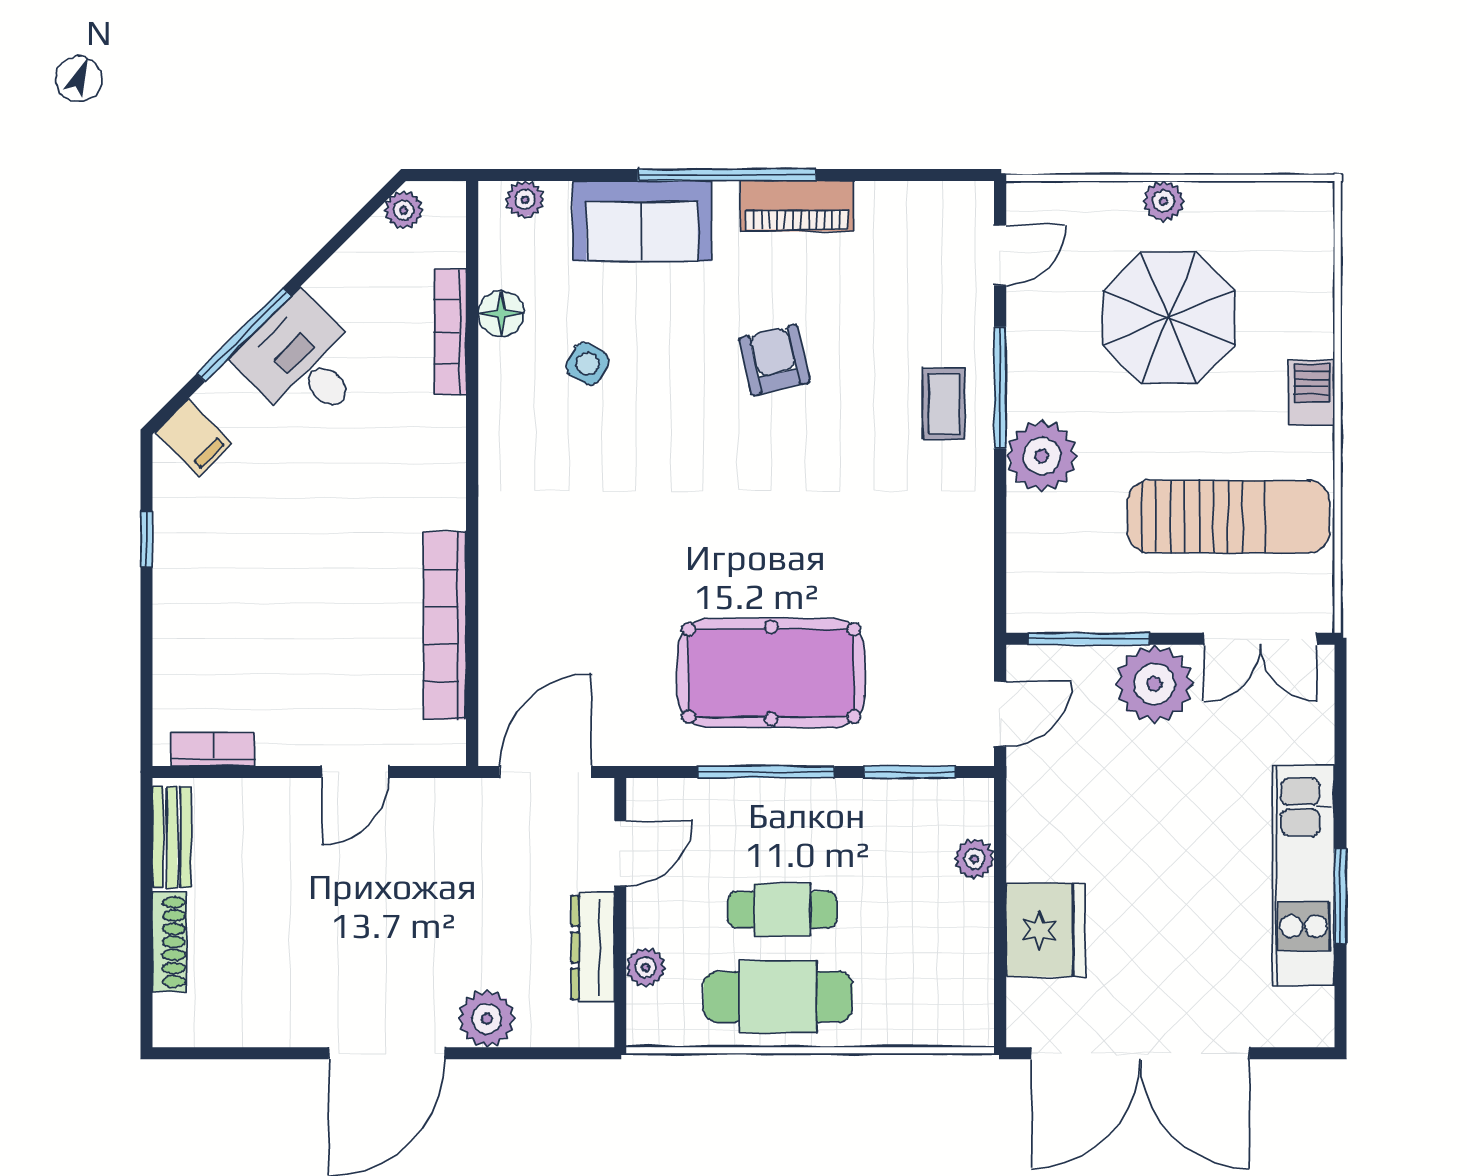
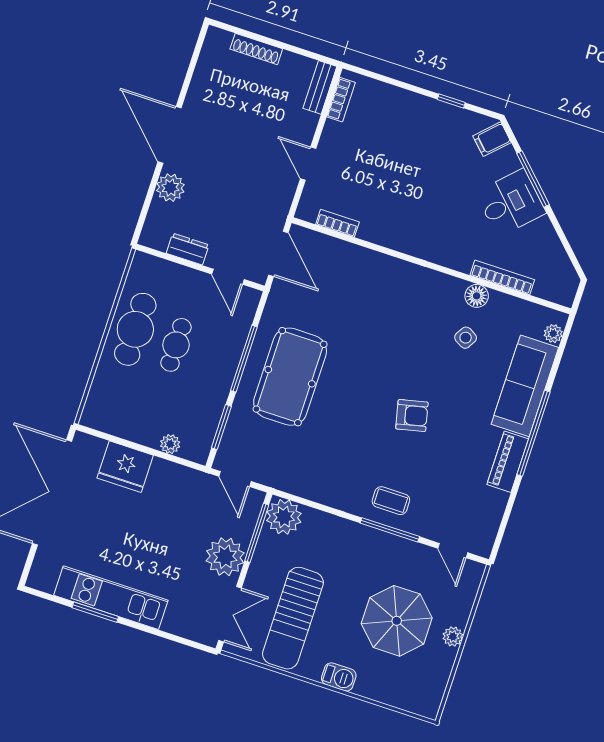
plant: (404, 210) -> (567, 274), removed
sofa: (642, 221) -> (525, 386), width x1.36
floor lamp: (501, 314) -> (477, 296), moved
armchair: (774, 360) -> (412, 415), moved
plant: (1042, 456) -> (284, 517), moved
bookcase: (445, 626) -> (337, 223), width x0.43, depth x0.76
double door: (1260, 639) -> (230, 614), swing flipped
bench: (172, 837) -> (320, 87), moved, turned 90
dresser: (593, 947) -> (188, 249), width x0.70
plant: (646, 967) -> (170, 271), removed

